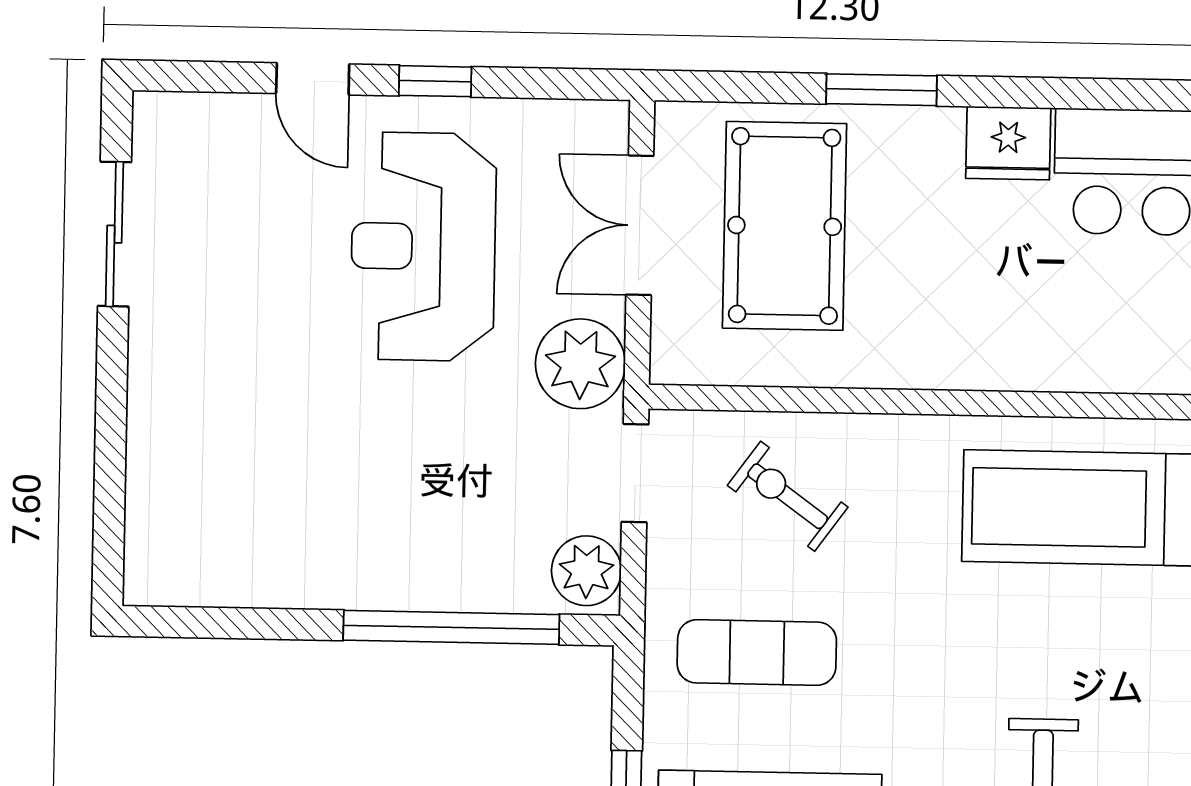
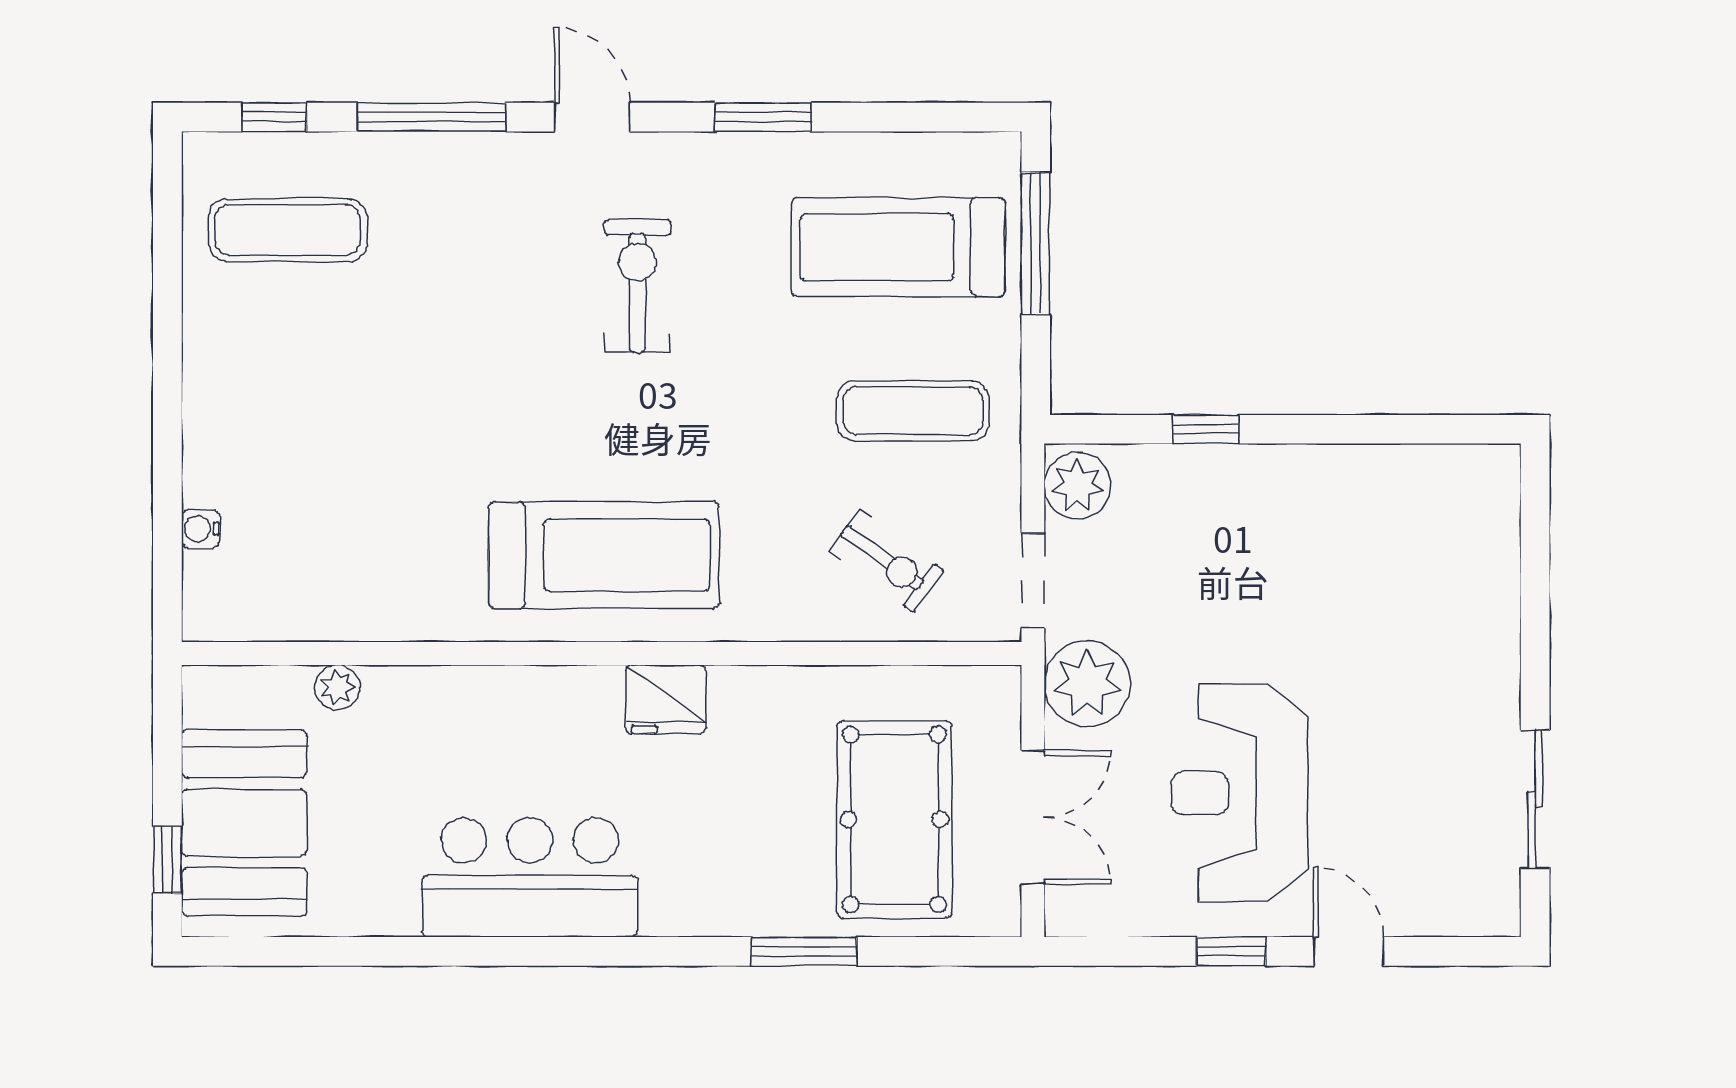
fridge: (1008, 143) -> (665, 699), moved, turned 180
reception desk: (423, 247) -> (1240, 793), turned 180
window: (451, 627) -> (1206, 429), width x0.32

